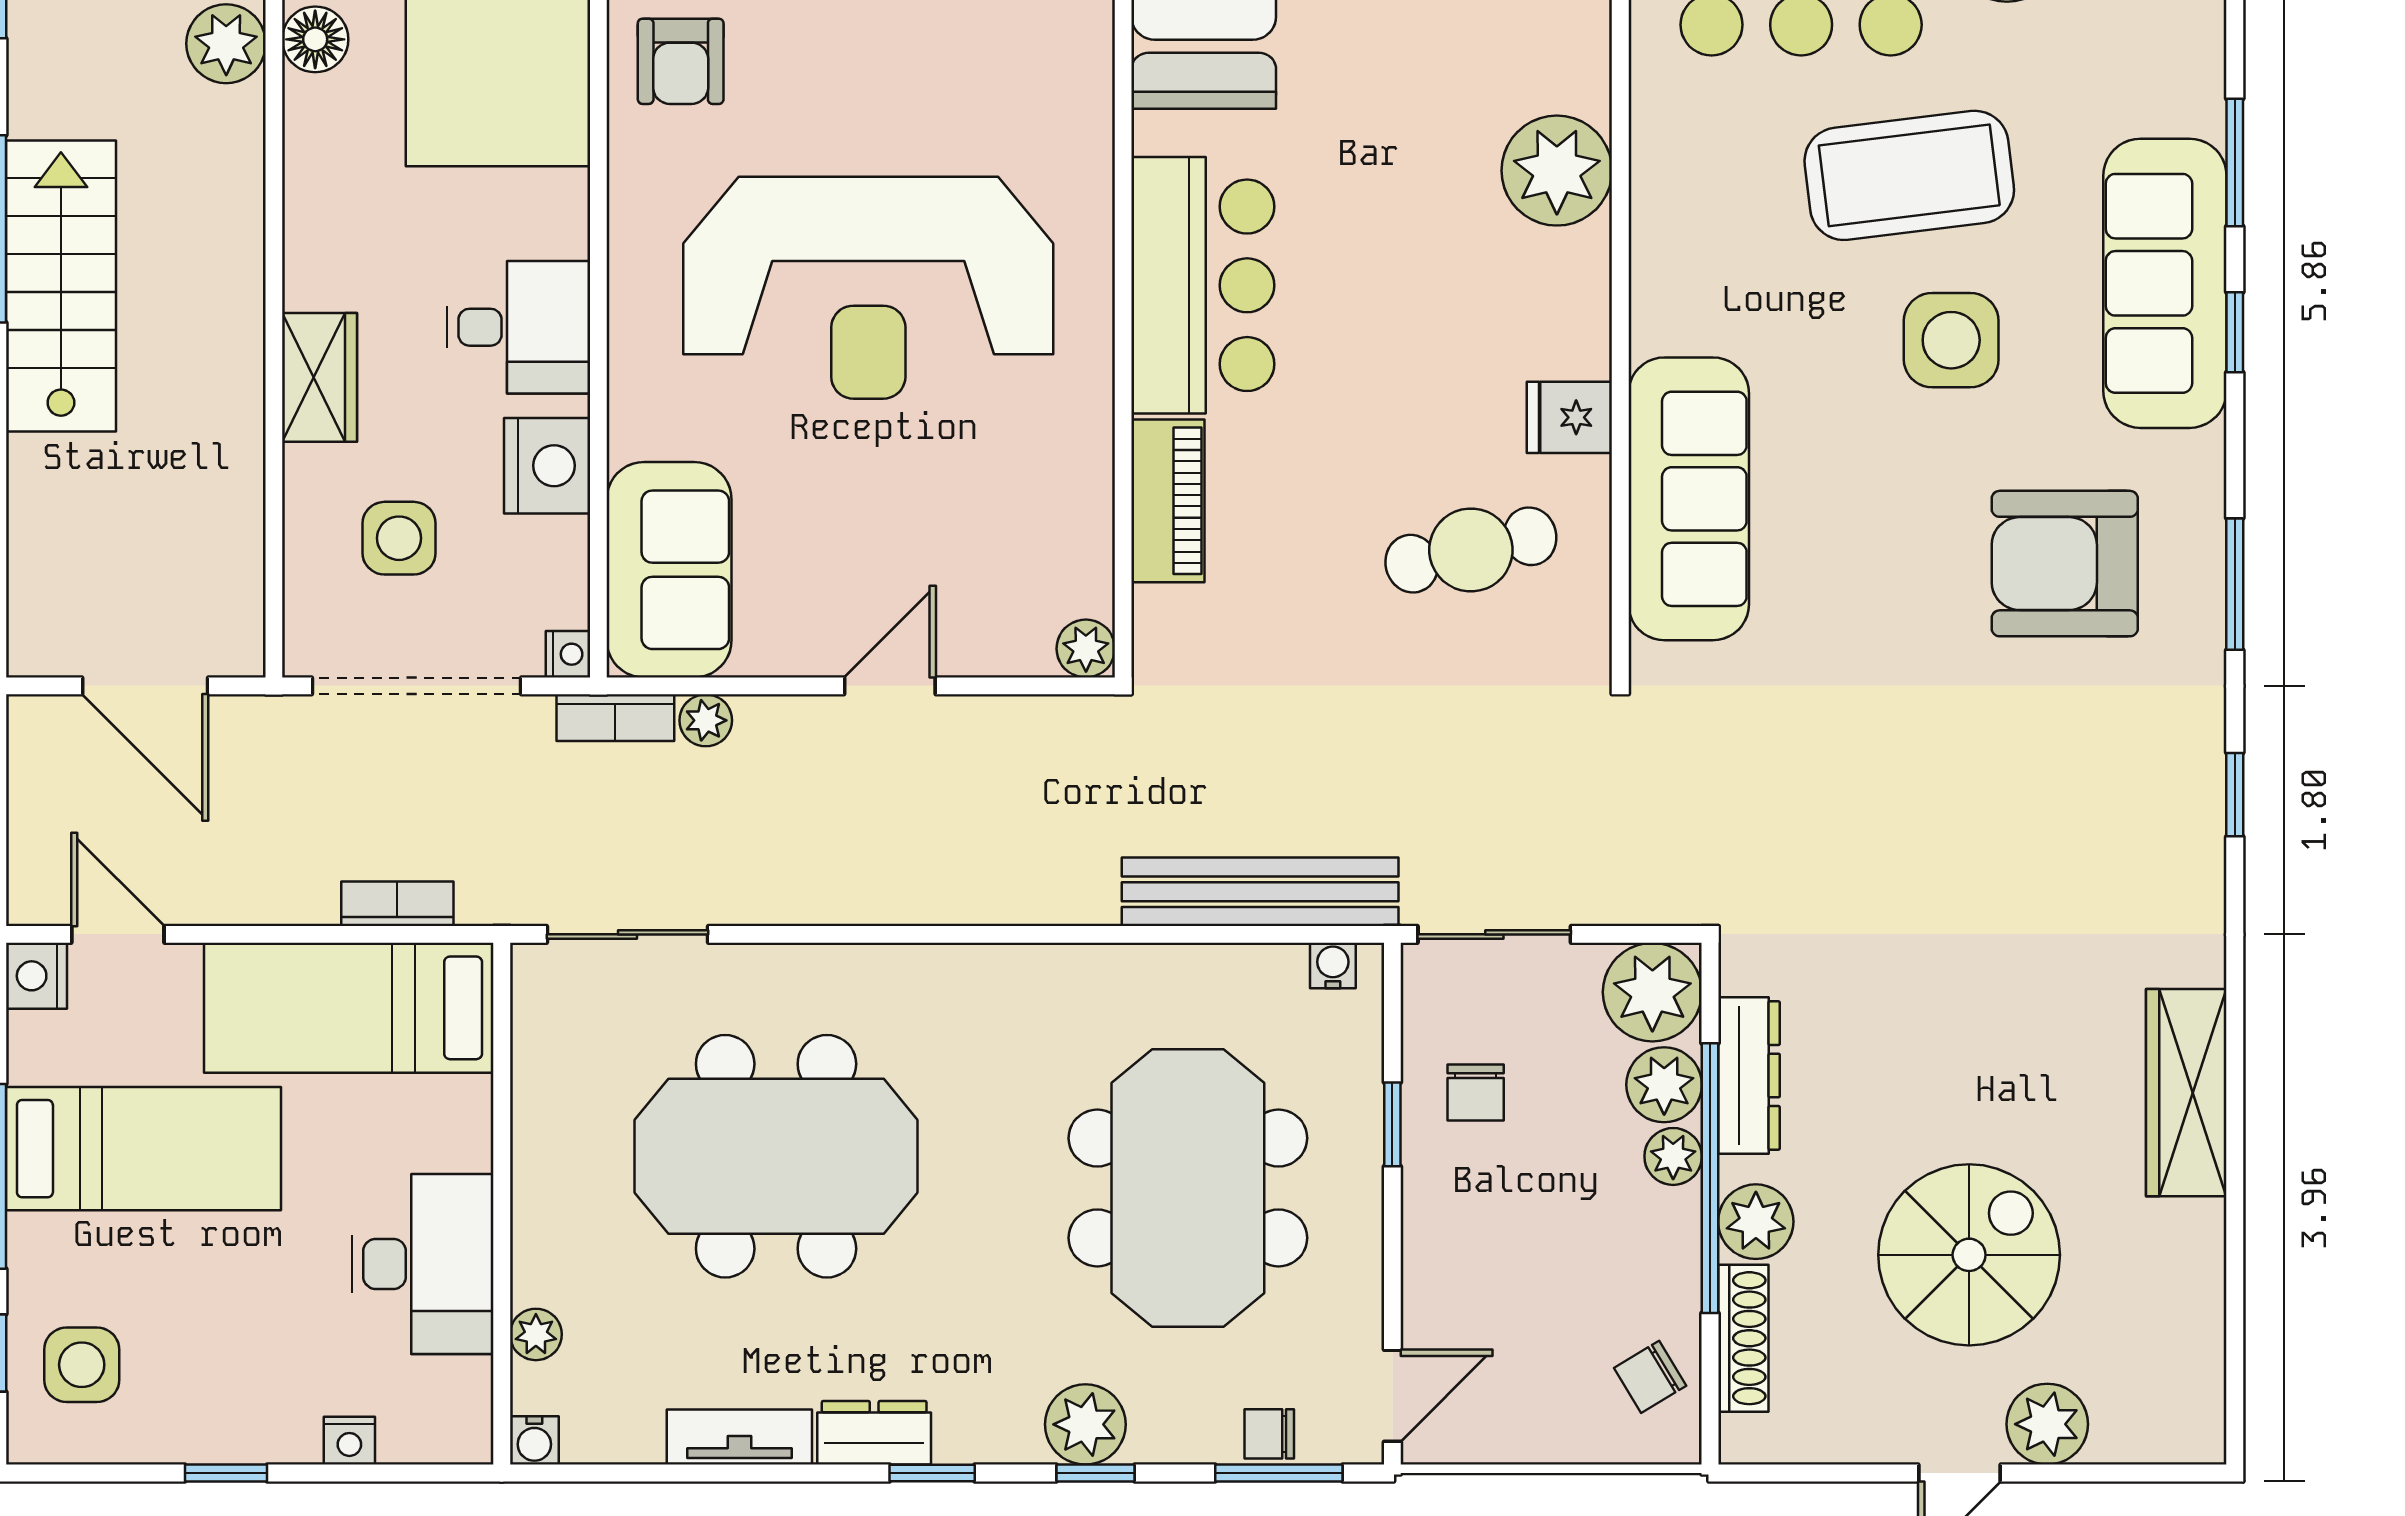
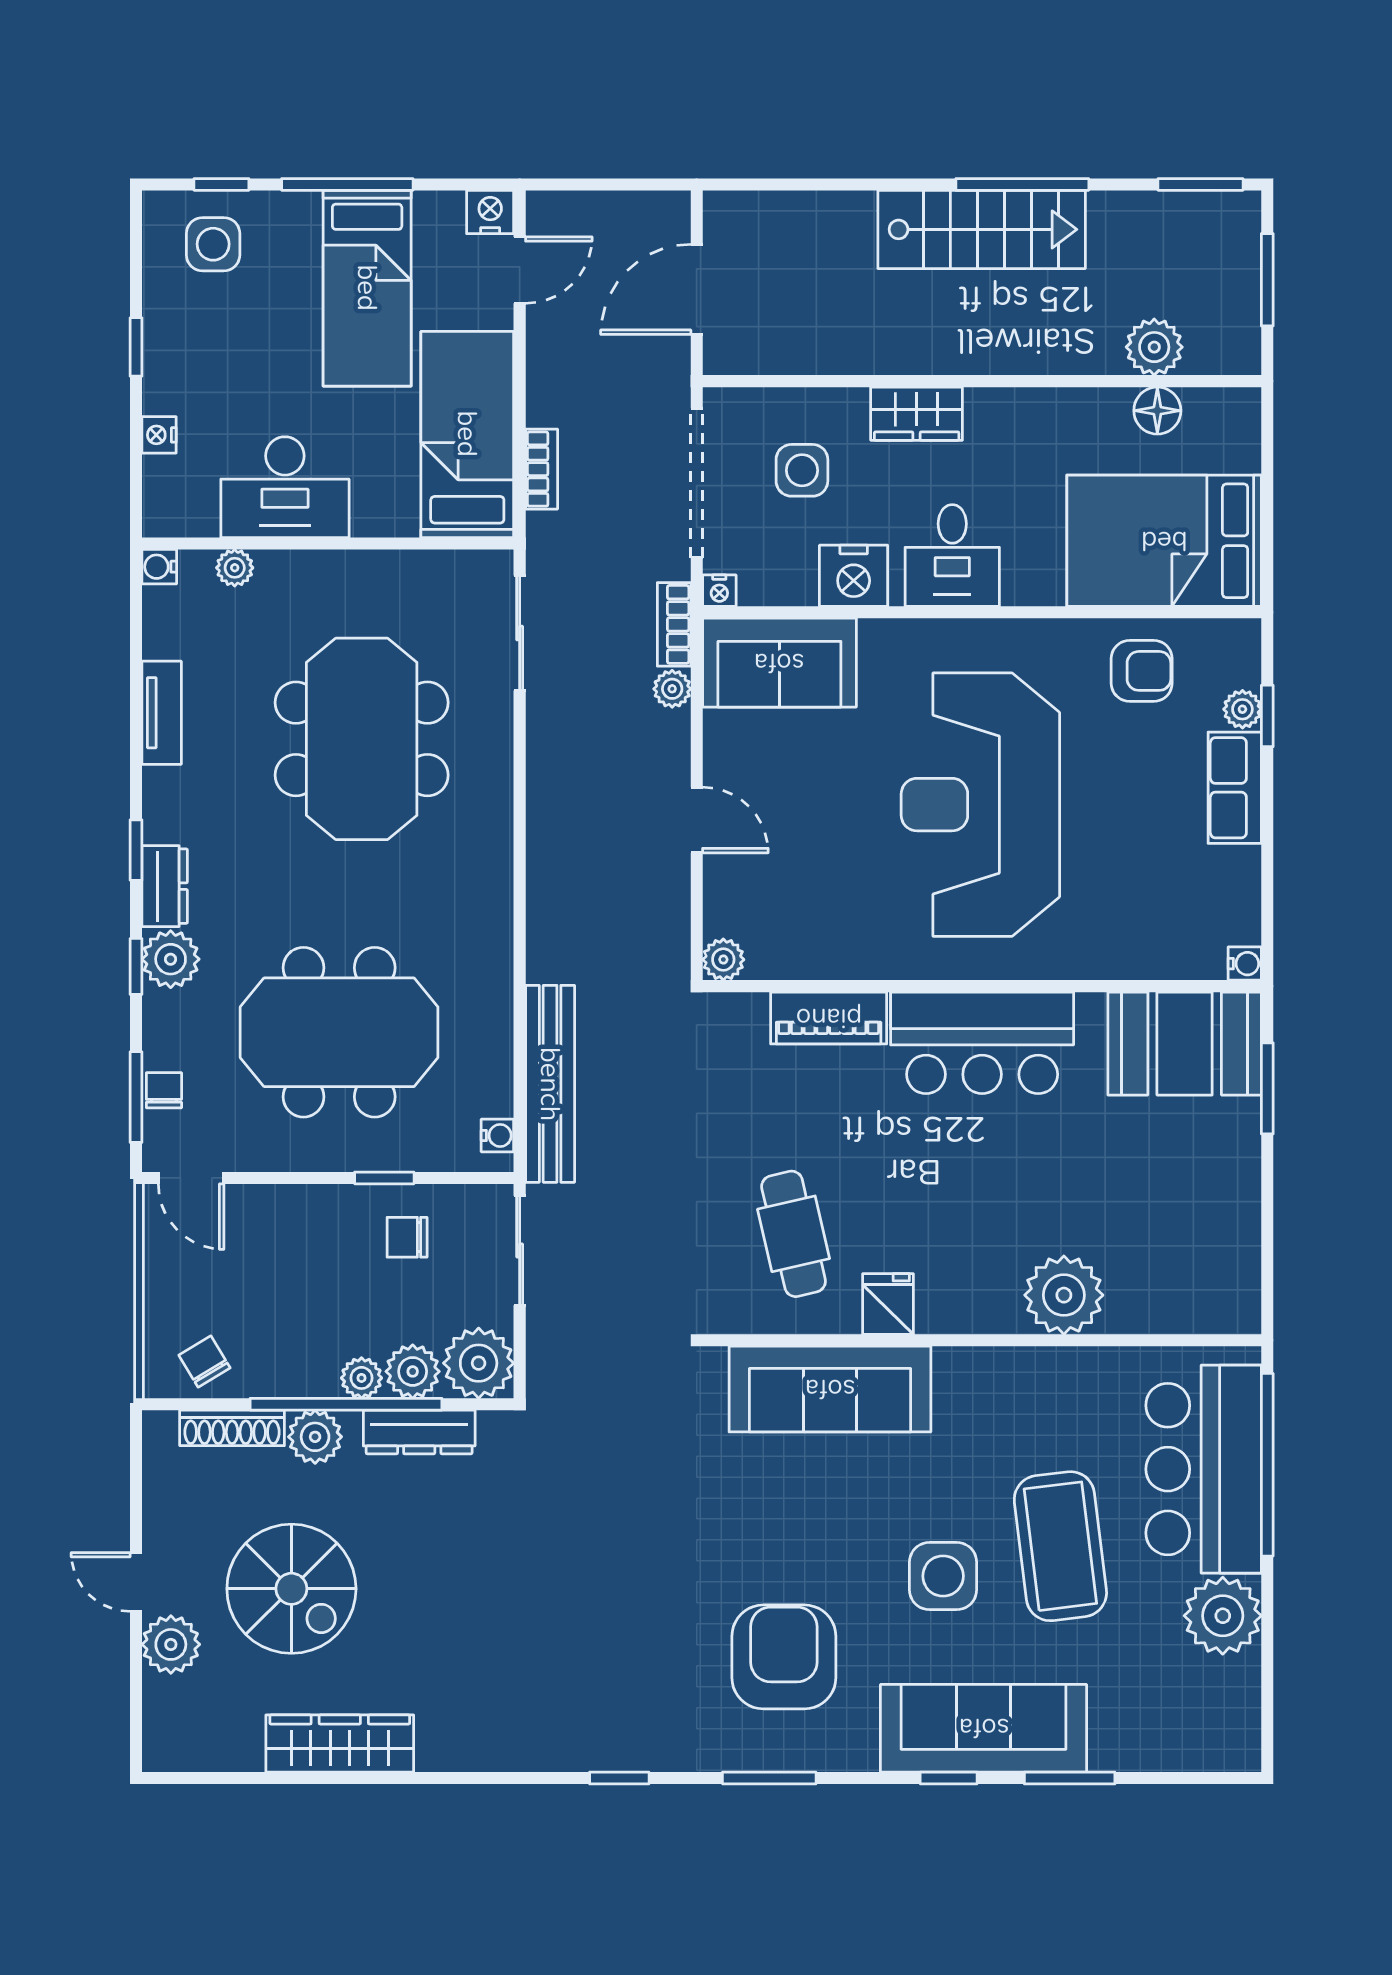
armchair: (681, 61) -> (1142, 671), turned 180
wardrobe: (2186, 1093) -> (340, 1744), moved
dresser: (874, 1433) -> (165, 886), moved

